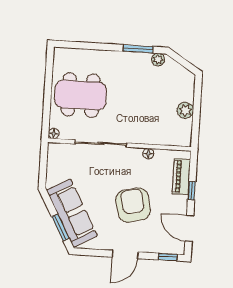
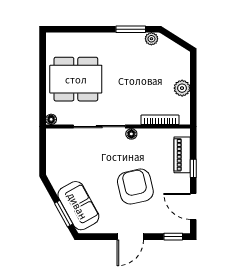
bookcase: (162, 140) -> (160, 120), added
floor lamp: (148, 154) -> (131, 134), moved
sofa: (72, 213) -> (78, 206), width x0.73

